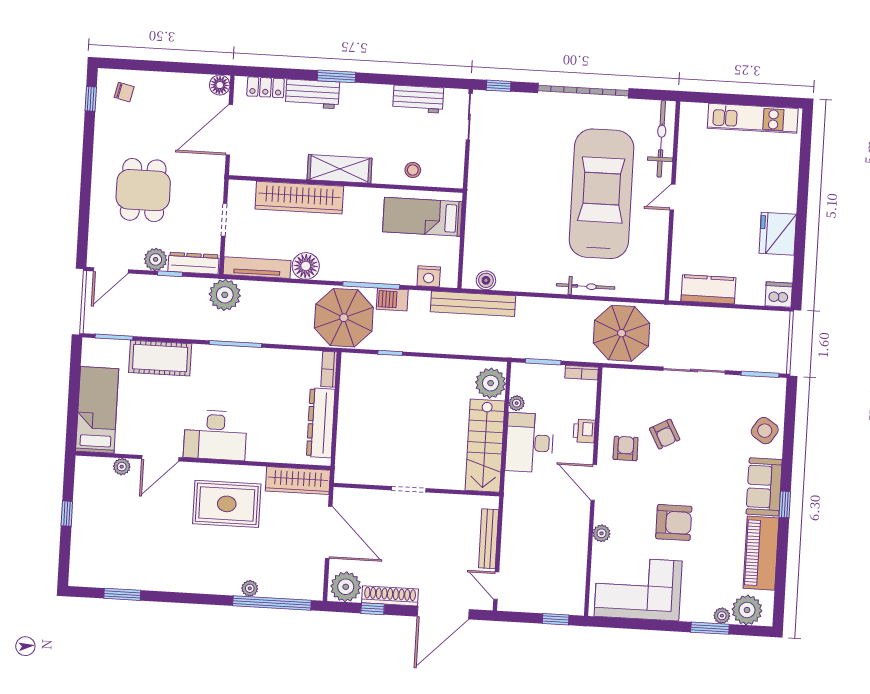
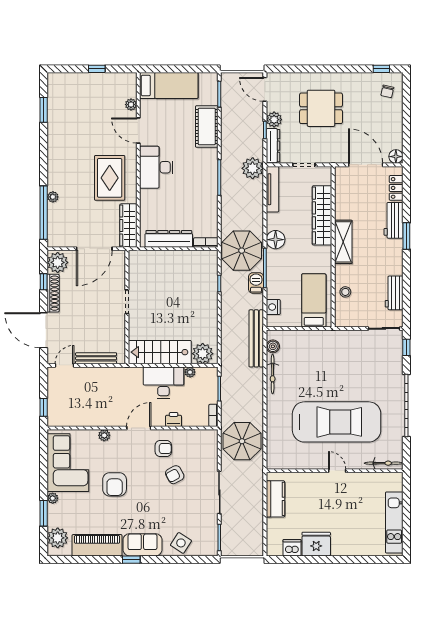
bicycle: (661, 139) -> (384, 463), width x0.73, depth x0.71
floor lamp: (306, 266) -> (276, 240), moved
bicycle: (586, 286) -> (273, 374), moved
dishwasher: (779, 295) -> (292, 548), moved, turned -90
plant: (722, 616) -> (53, 498), moved

